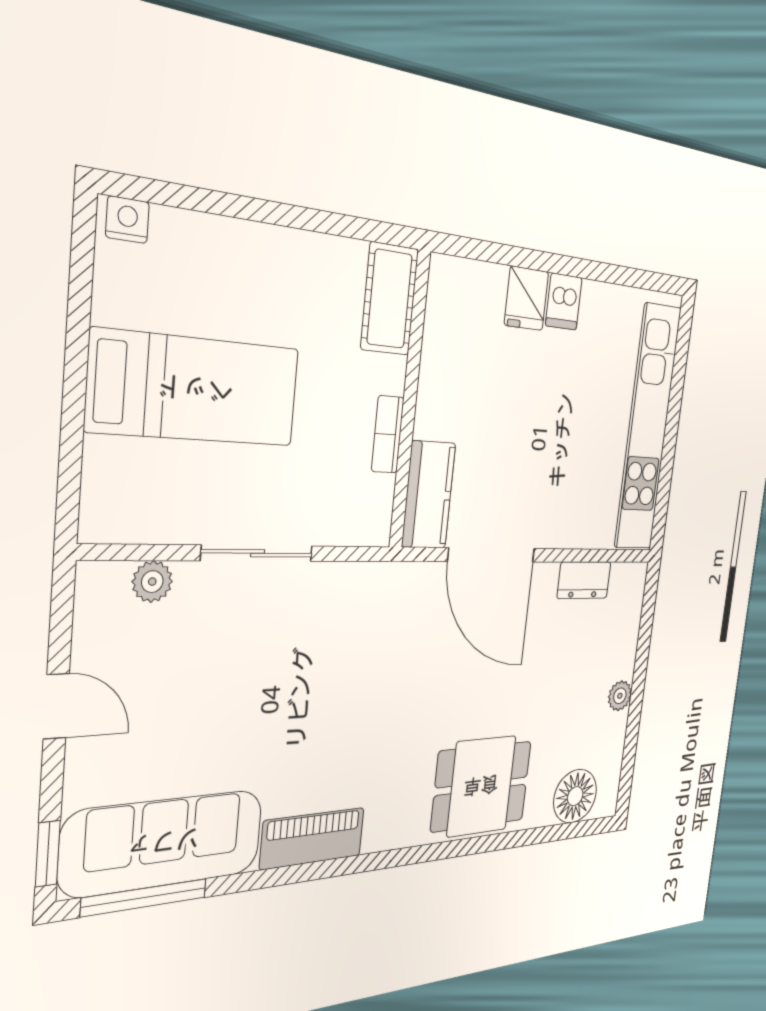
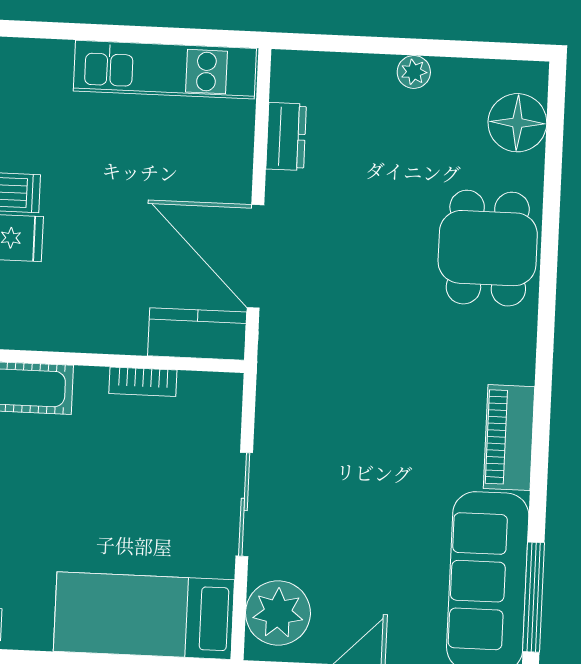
bed: (195, 389) -> (144, 616), moved, turned -90
kitchen unit: (648, 428) -> (165, 70), width x0.73
door: (492, 555) -> (255, 256), swing flipped
plant: (152, 582) -> (278, 613), width x1.88, depth x1.88

